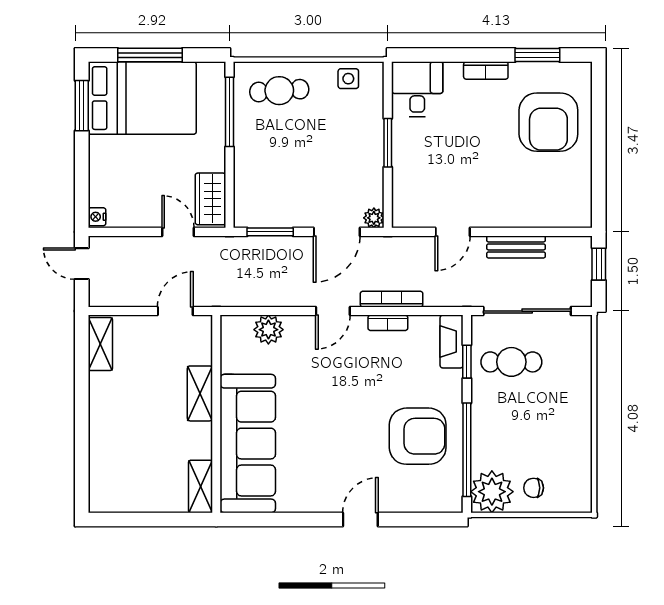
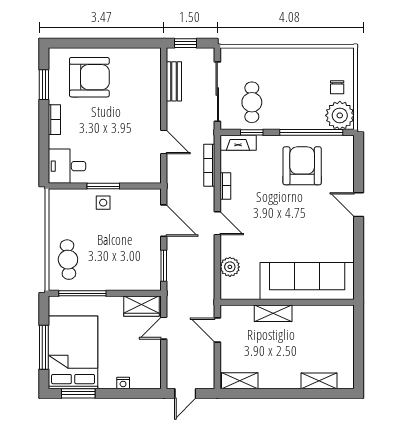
side table: (348, 79) -> (103, 203), moved
nightstand: (97, 217) -> (123, 383), moved
plant: (374, 218) -> (154, 196), removed
bench: (516, 247) -> (174, 81), moved
bookcase: (392, 299) -> (209, 165), moved
shelving: (200, 486) -> (319, 381), moved

